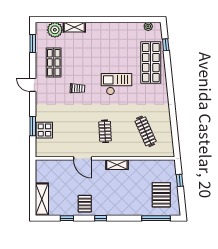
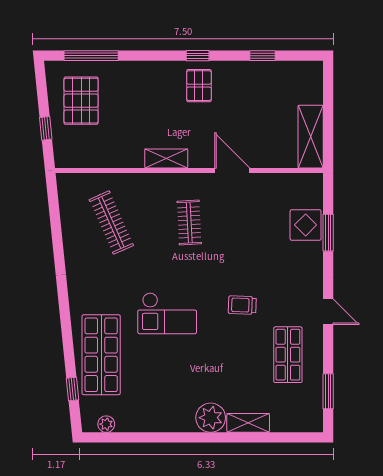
plant: (55, 30) -> (211, 418), moved
shelving: (42, 199) -> (311, 137), moved
pallet: (85, 204) -> (199, 86), moved

